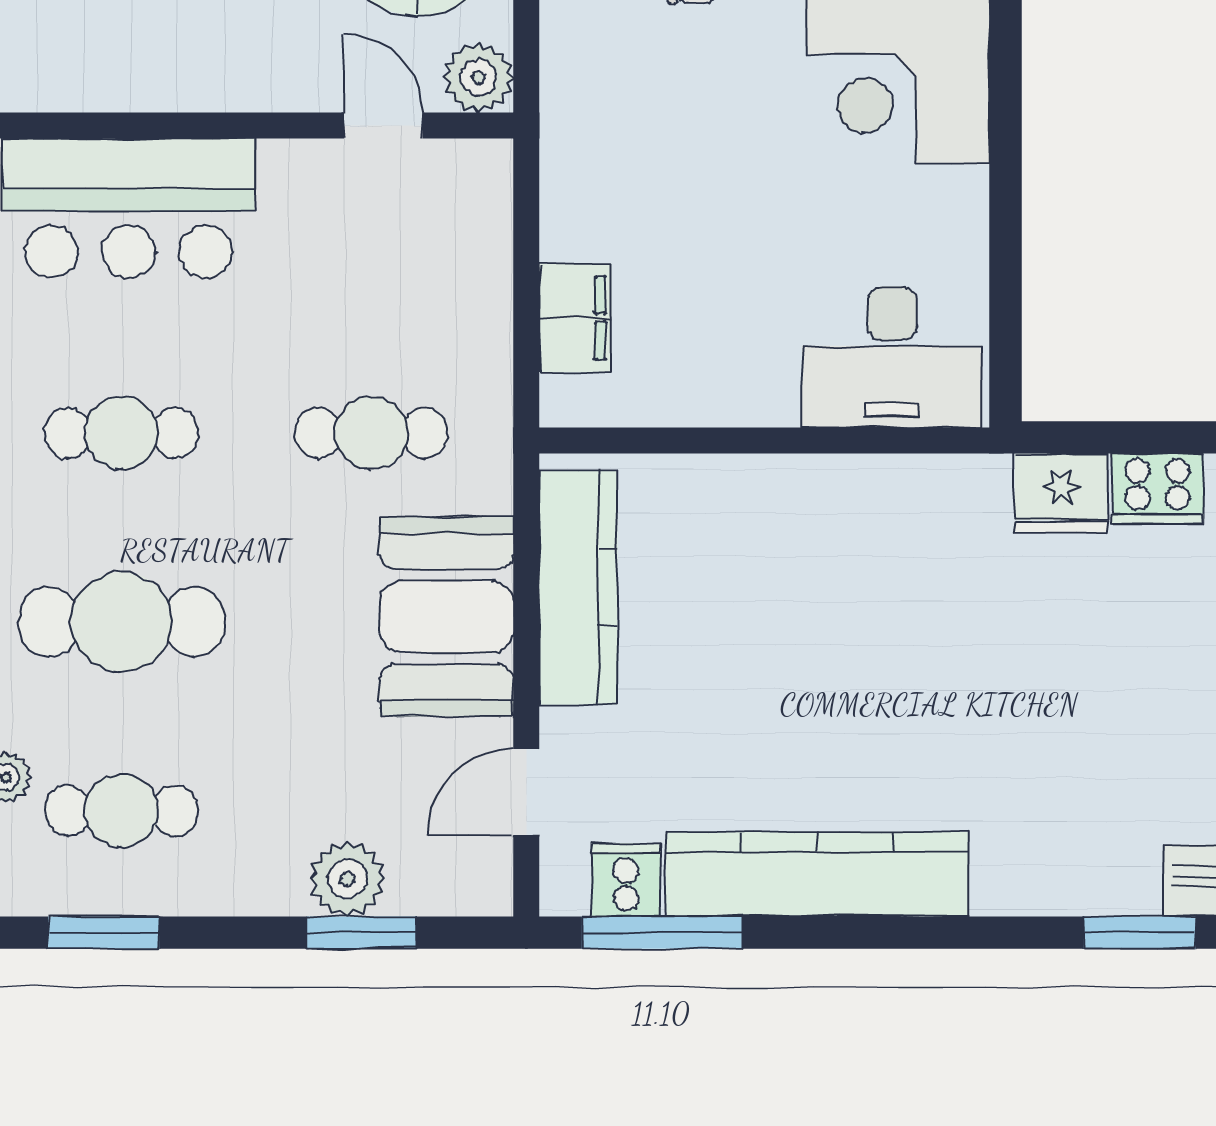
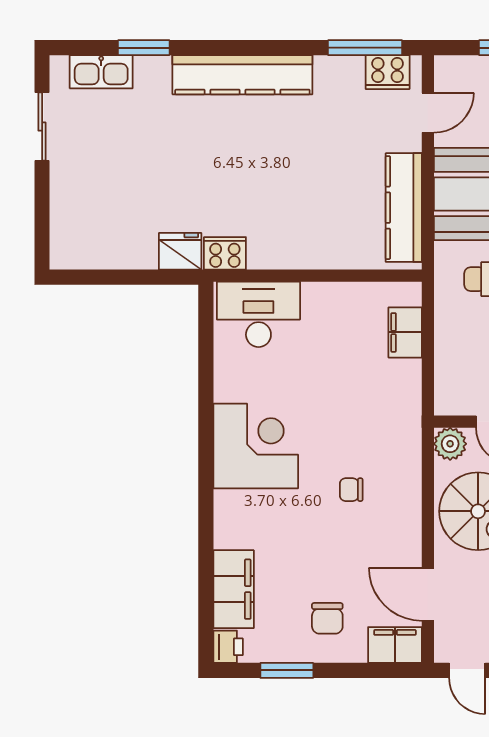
cooker: (1158, 489) -> (225, 253), moved
kitchen counter: (817, 874) -> (242, 75), moved
cooker: (626, 880) -> (388, 72), width x1.36

